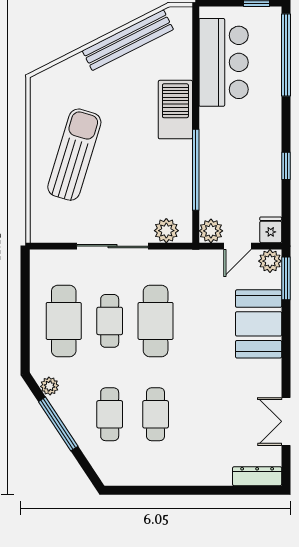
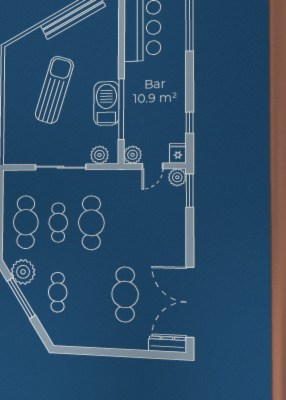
barbecue: (175, 110) -> (106, 103), moved
sun lounger: (74, 155) -> (54, 90), moved
window: (286, 166) -> (190, 123), moved
booth: (259, 324) -> (169, 226), removed
plant: (50, 386) -> (23, 272), width x1.88, depth x1.88
cafe table: (156, 414) -> (125, 294), moved, width x1.37, depth x1.35
double door: (286, 421) -> (190, 302), width x1.87

